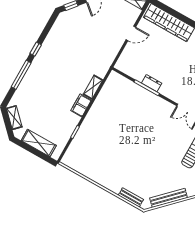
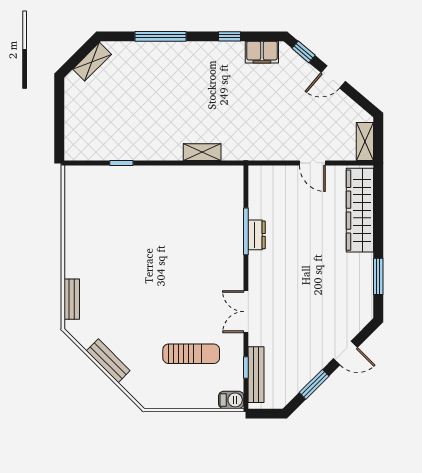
window: (36, 49) -> (230, 36), moved
filing cabinet: (81, 105) -> (262, 52), moved, turned 180
shelving: (39, 143) -> (75, 119), removed
bench: (169, 198) -> (108, 361), width x0.73

